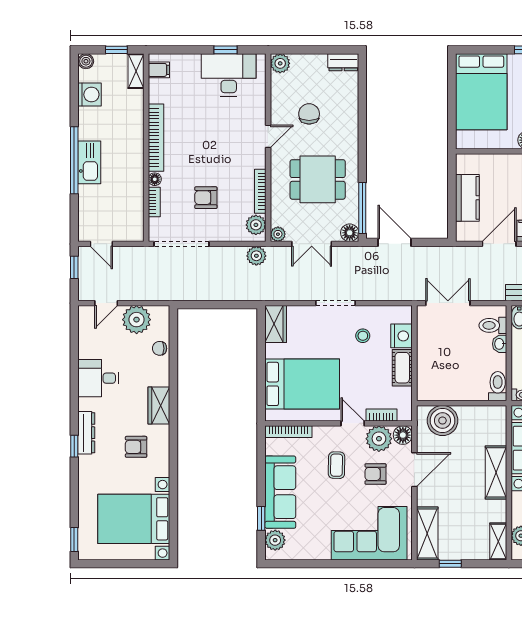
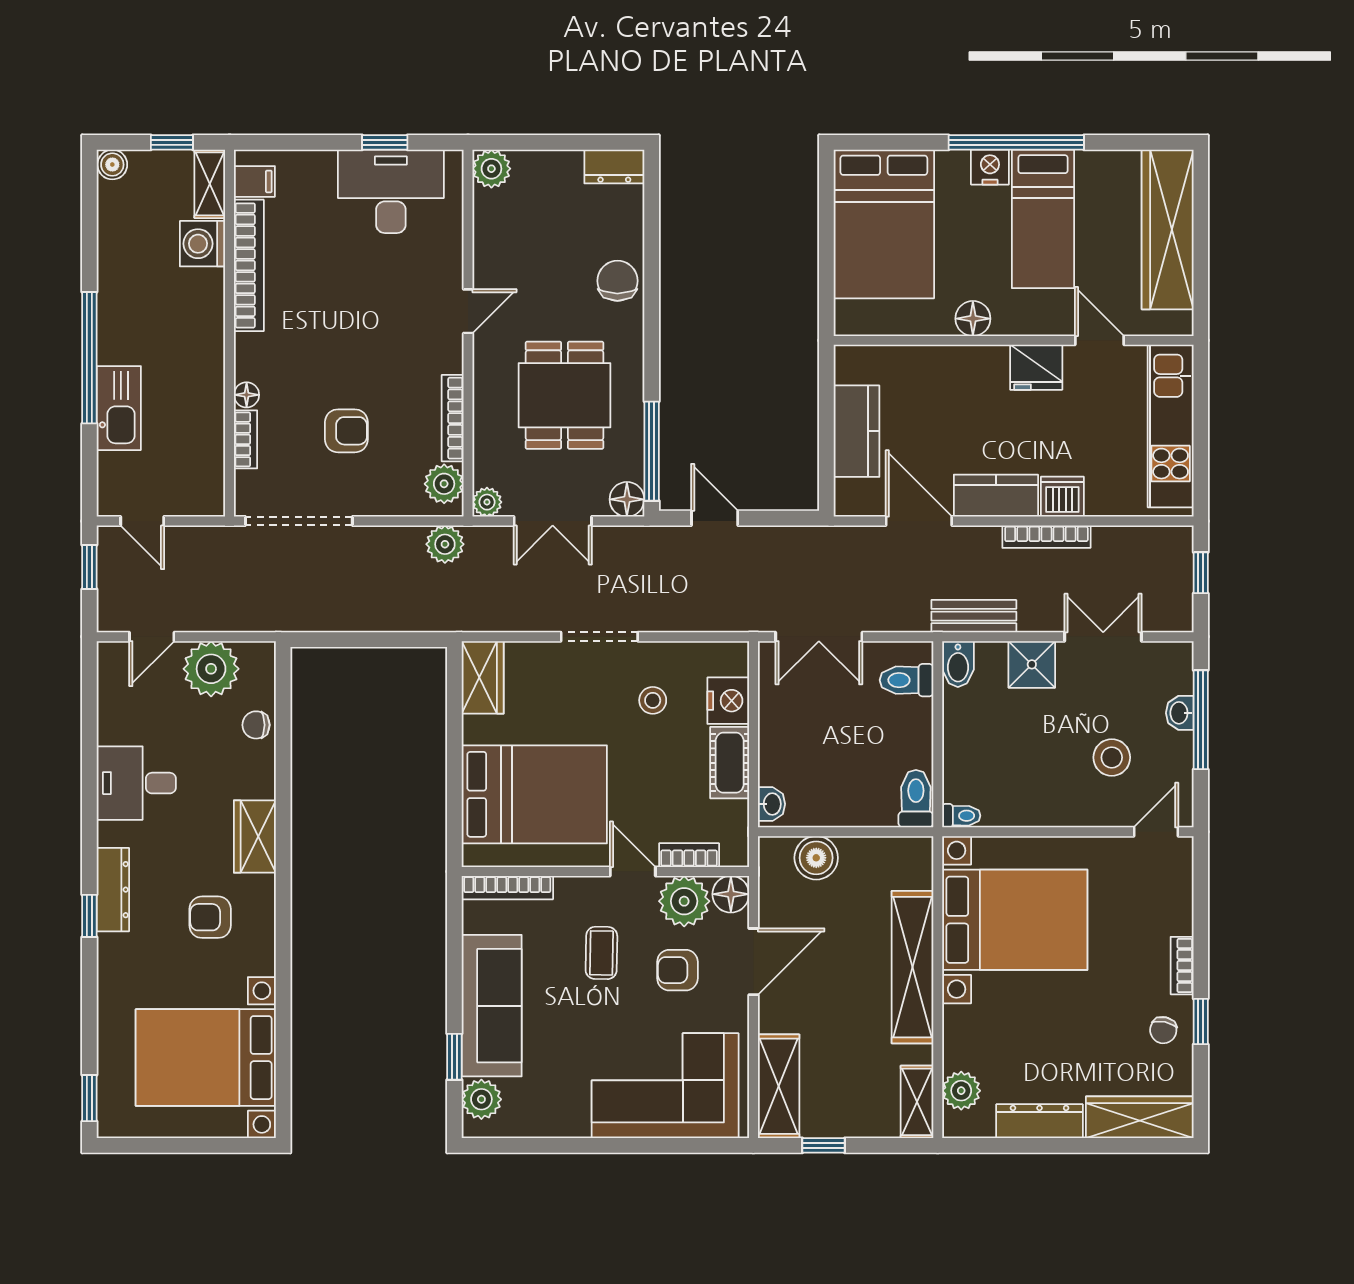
washing machine: (90, 95) -> (203, 244), moved, turned 180
chair: (309, 114) -> (617, 281), moved
bookcase: (156, 138) -> (249, 265), moved
kitchen sink: (89, 162) -> (119, 408), moved
dining table: (318, 179) -> (565, 395), turned 90
armchair: (206, 198) -> (346, 431), turned 180
door: (395, 242) -> (715, 518), width x0.73
door: (499, 244) -> (919, 521), hinge flipped
double door: (448, 303) -> (819, 637), swing flipped
washbasin: (500, 344) -> (771, 804), moved, turned 180
boiler: (442, 421) -> (816, 858), width x0.73, depth x0.73
shelving: (496, 472) -> (913, 967), width x1.47

